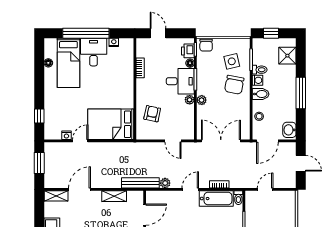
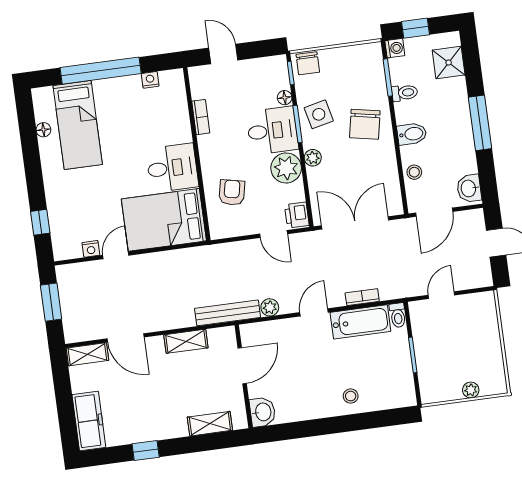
printer: (188, 51) -> (297, 215), moved
desk: (94, 52) -> (172, 168), moved, turned 90
side table: (232, 61) -> (319, 114), moved
washing machine: (258, 80) -> (395, 48), moved
plant: (190, 100) -> (286, 168), width x1.88, depth x1.88
door: (79, 189) -> (126, 338), swing flipped

